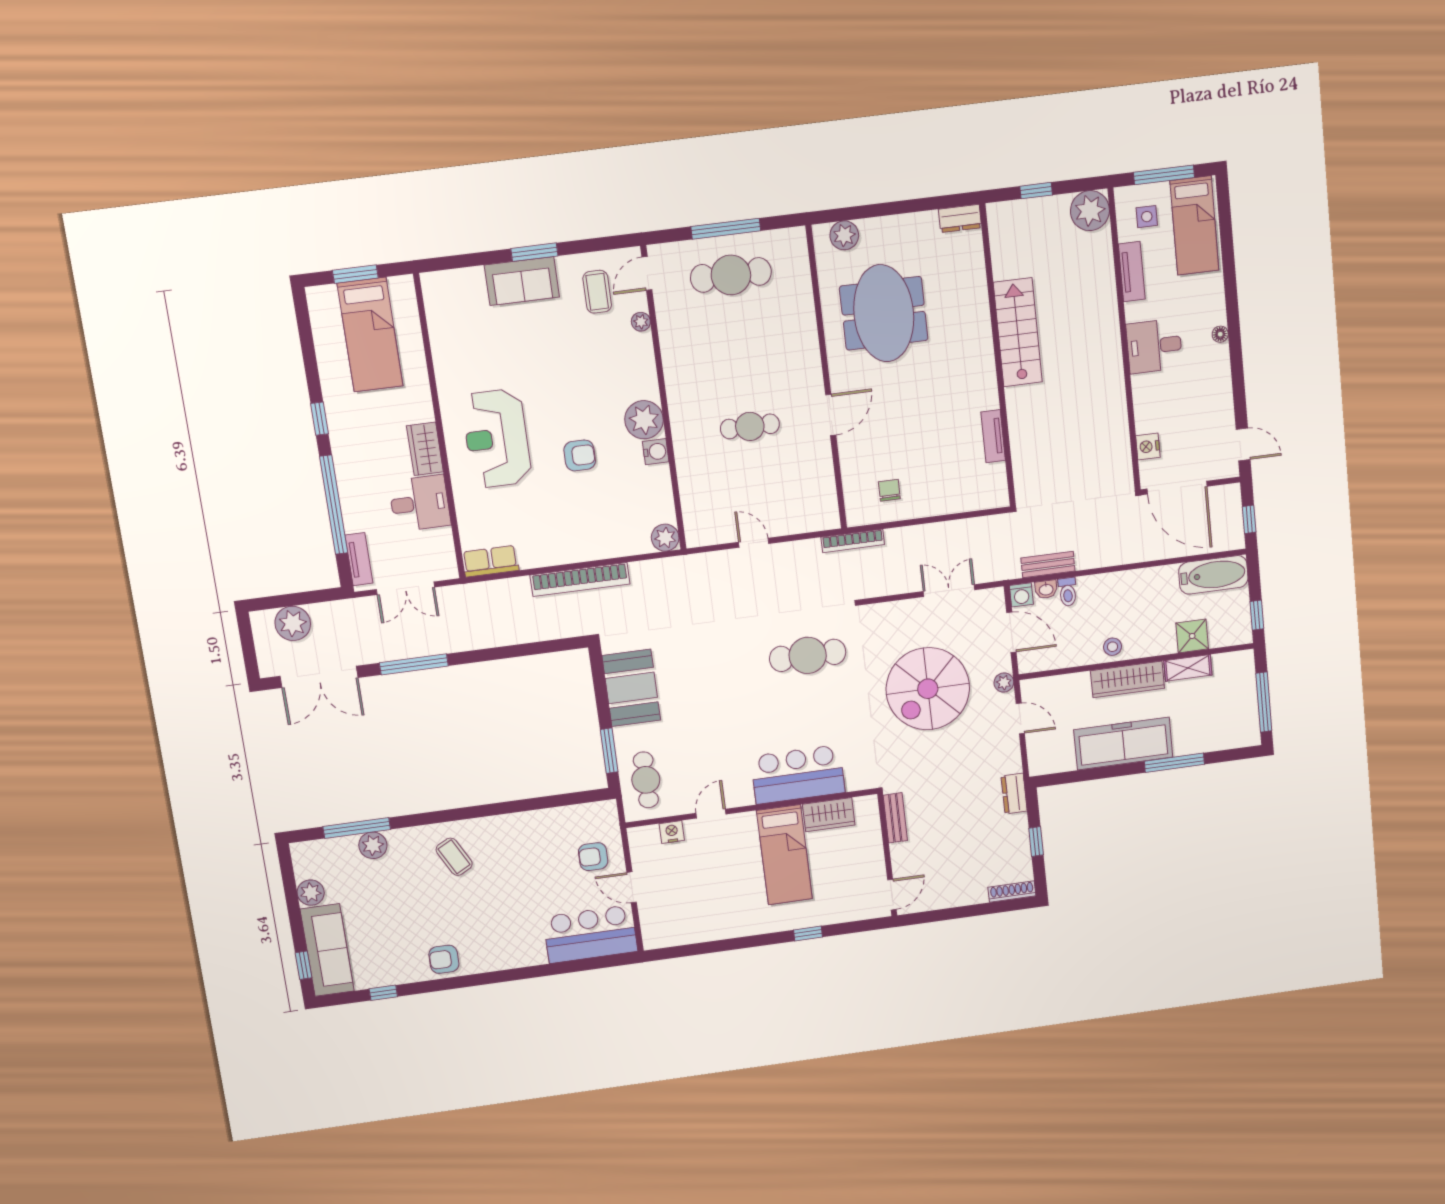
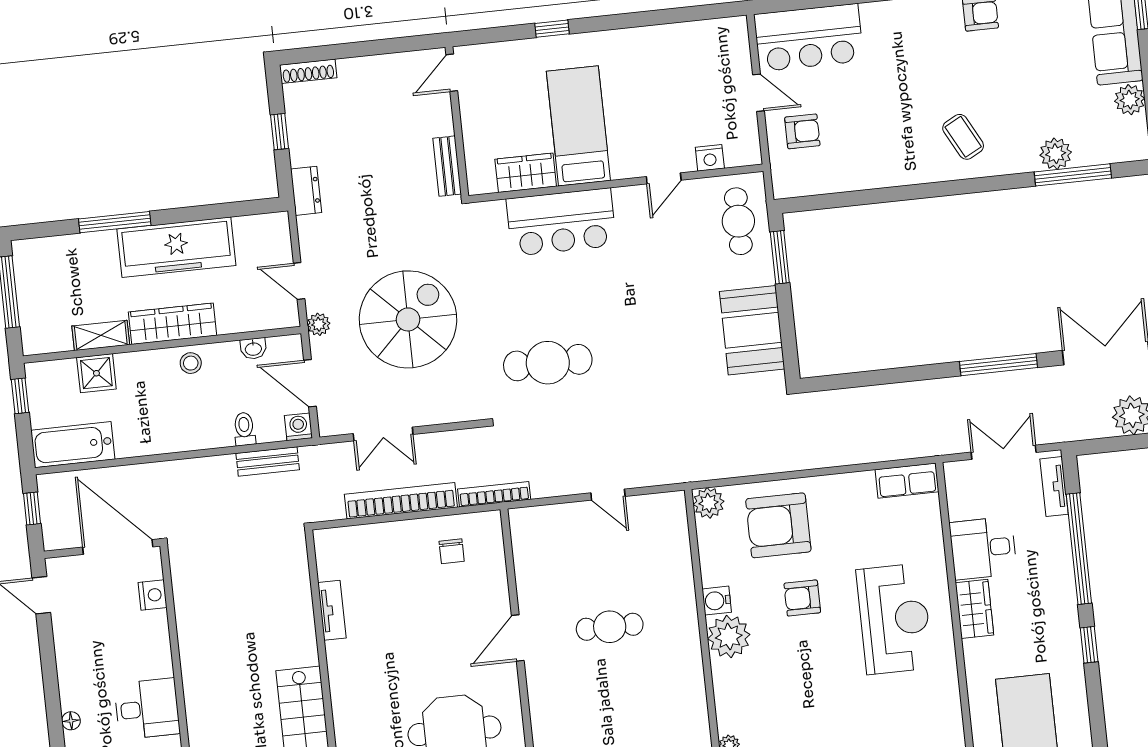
armchair: (603, 519) -> (778, 525), added
bookcase: (580, 580) -> (401, 501), moved
washbasin: (1046, 589) -> (253, 349), moved, turned 180

